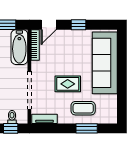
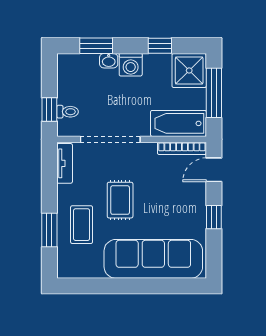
door: (49, 25) -> (214, 170), hinge flipped

